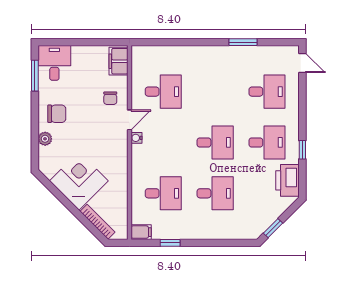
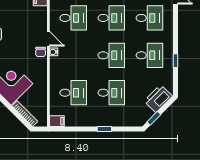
desk: (215, 92) -> (111, 18), added
chair: (110, 98) -> (41, 52), moved
door: (129, 120) -> (48, 39), hinge flipped
printer: (288, 180) -> (158, 99), moved, turned 45
window: (170, 243) -> (104, 129), moved

